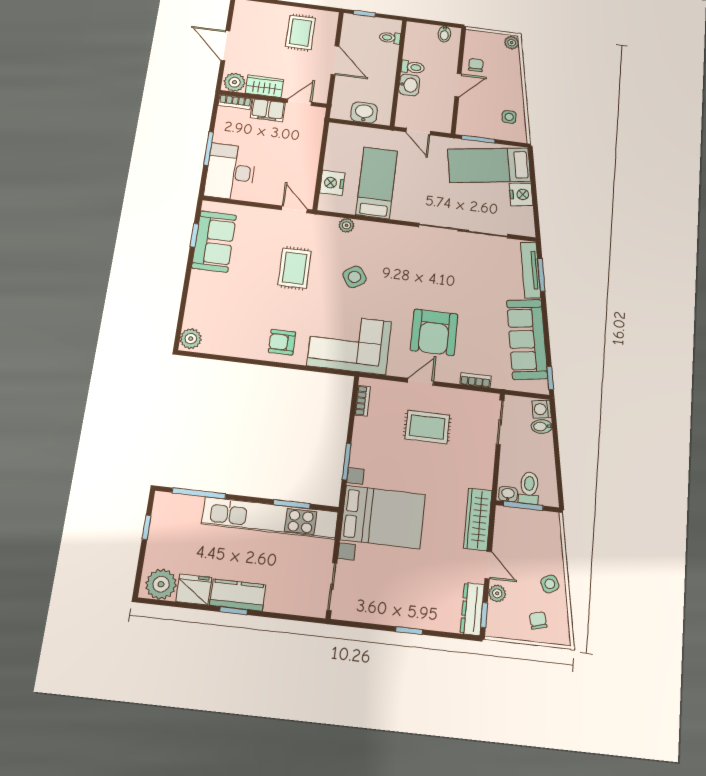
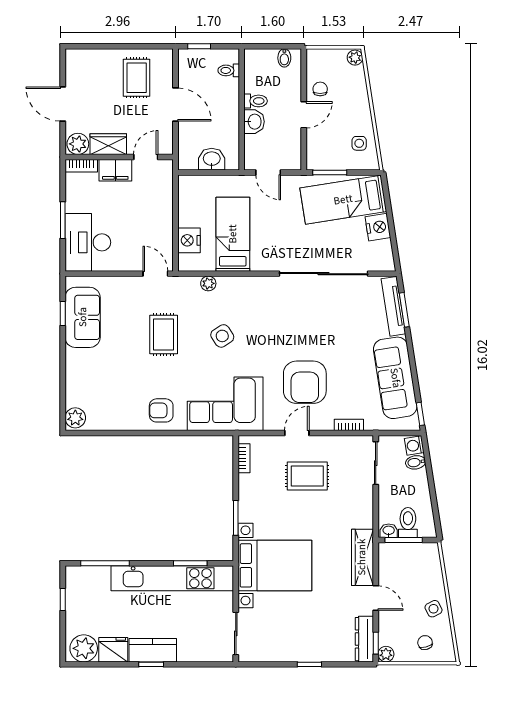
plant: (497, 593) -> (386, 654), moved

